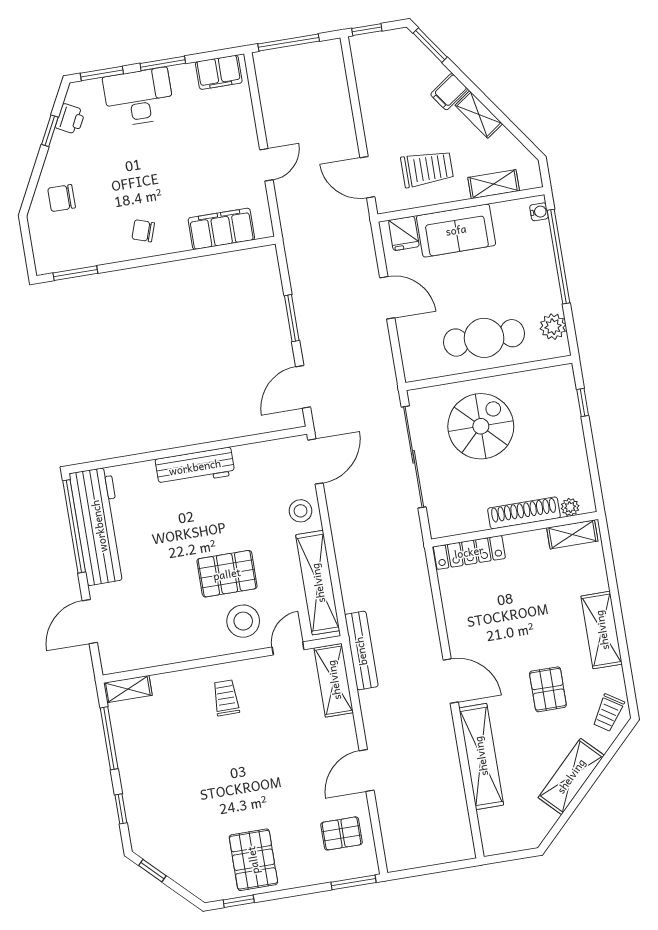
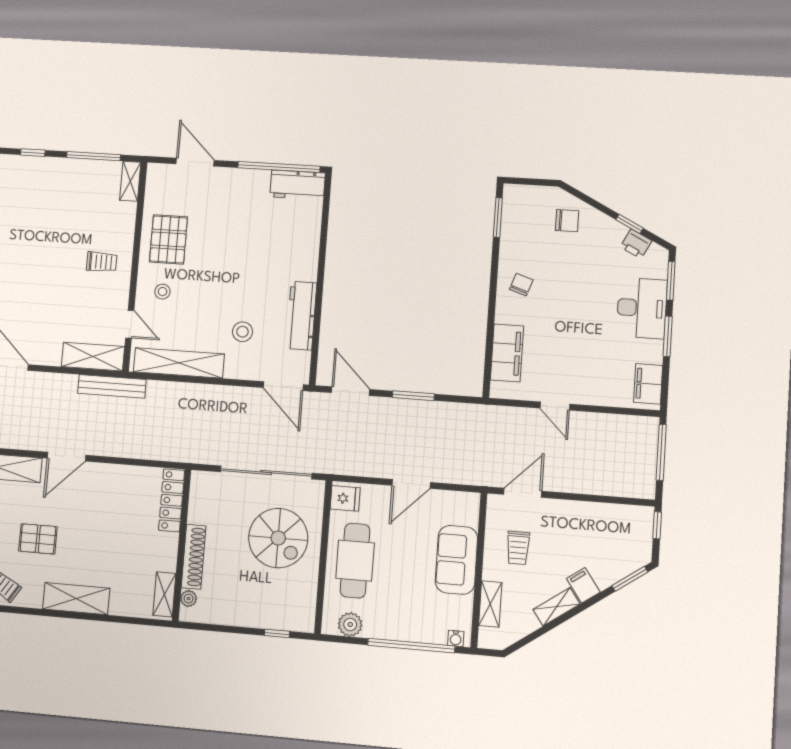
trolley: (427, 169) -> (518, 548), width x0.73, depth x0.72
chair: (62, 198) -> (567, 221), turned 90
fridge: (404, 233) -> (345, 498), moved, turned 180
workbench: (195, 467) -> (301, 316), moved
stool: (301, 511) -> (242, 332), moved
workbench: (99, 526) -> (297, 185), width x0.53, depth x0.76
pallet: (227, 574) -> (168, 239), moved
stool: (243, 621) -> (162, 292), width x0.53, depth x0.53

